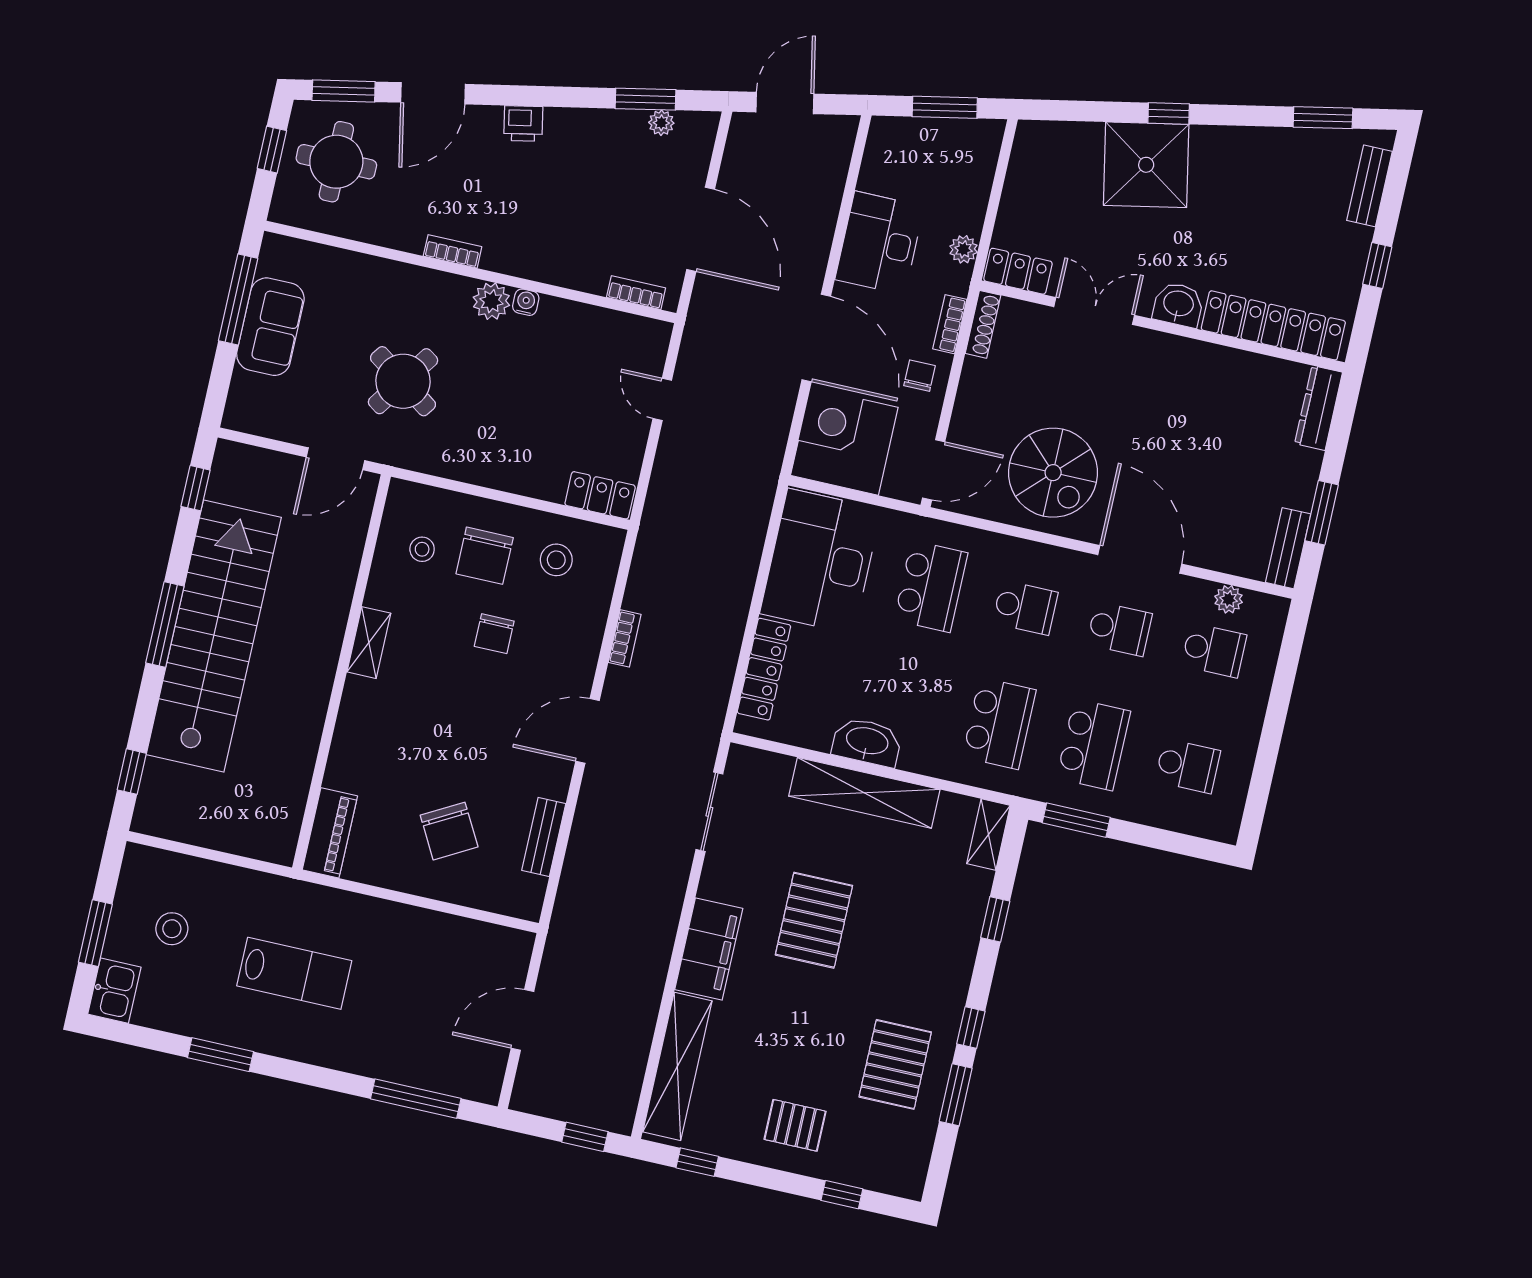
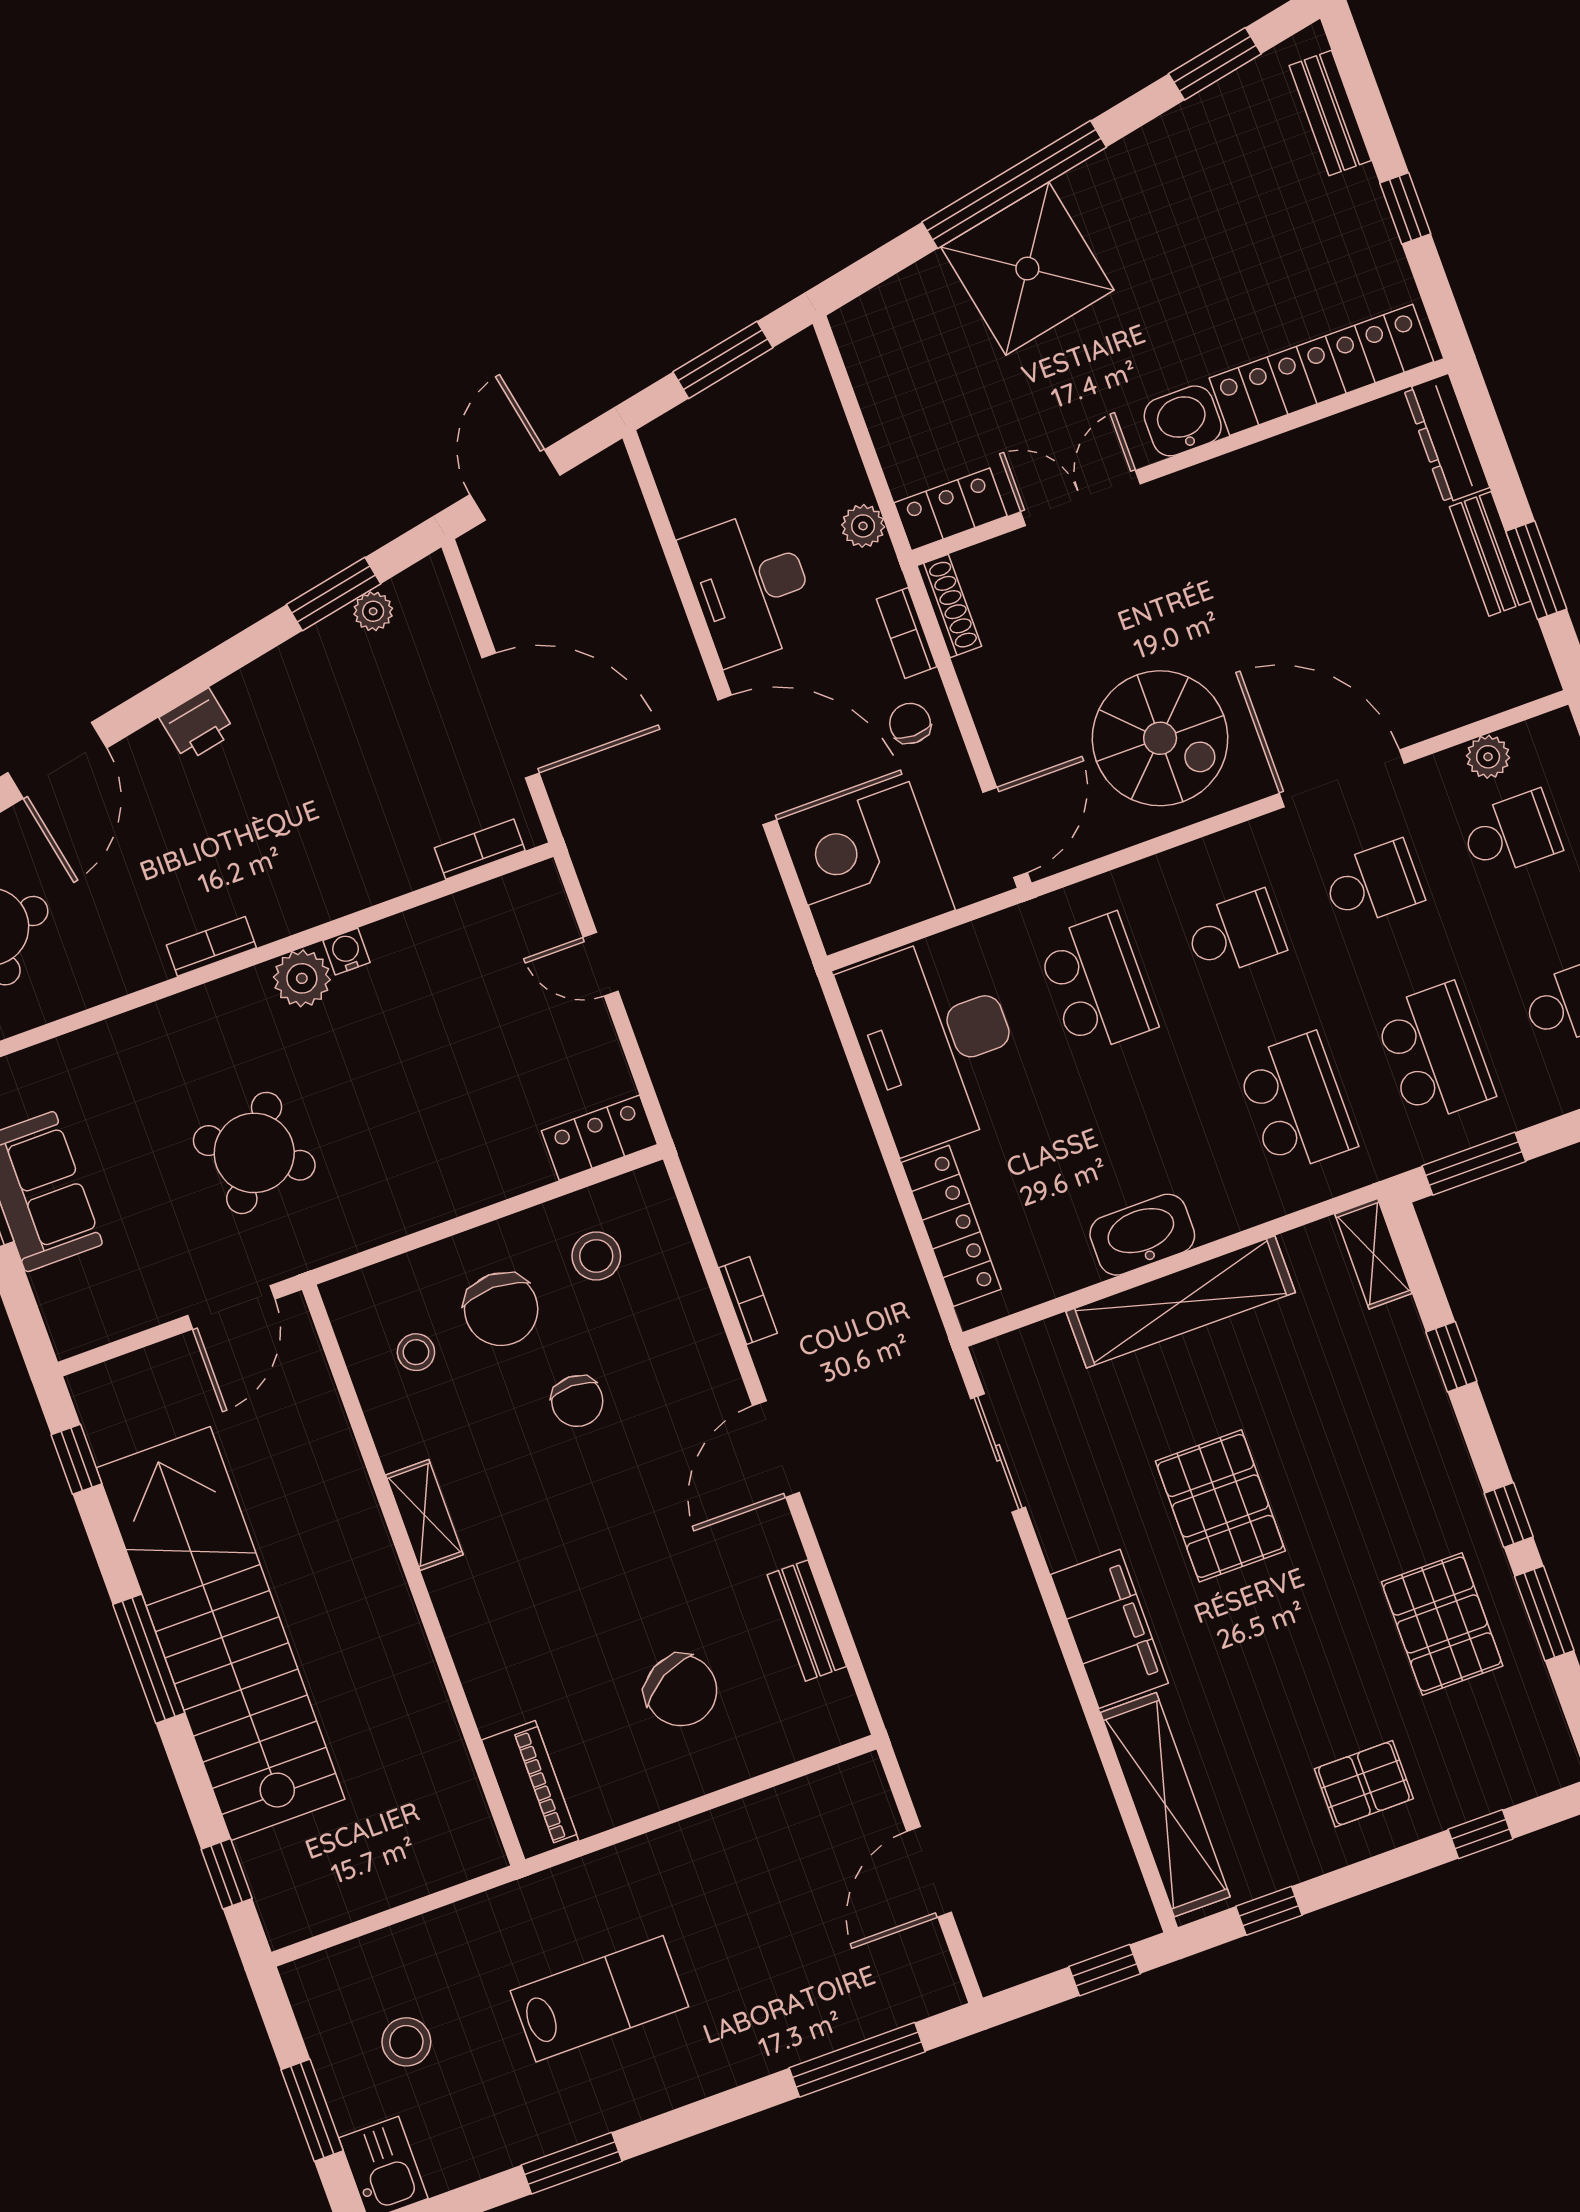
window: (1169, 113) -> (1014, 185), width x3.17
bench: (1288, 548) -> (1490, 554), moved

